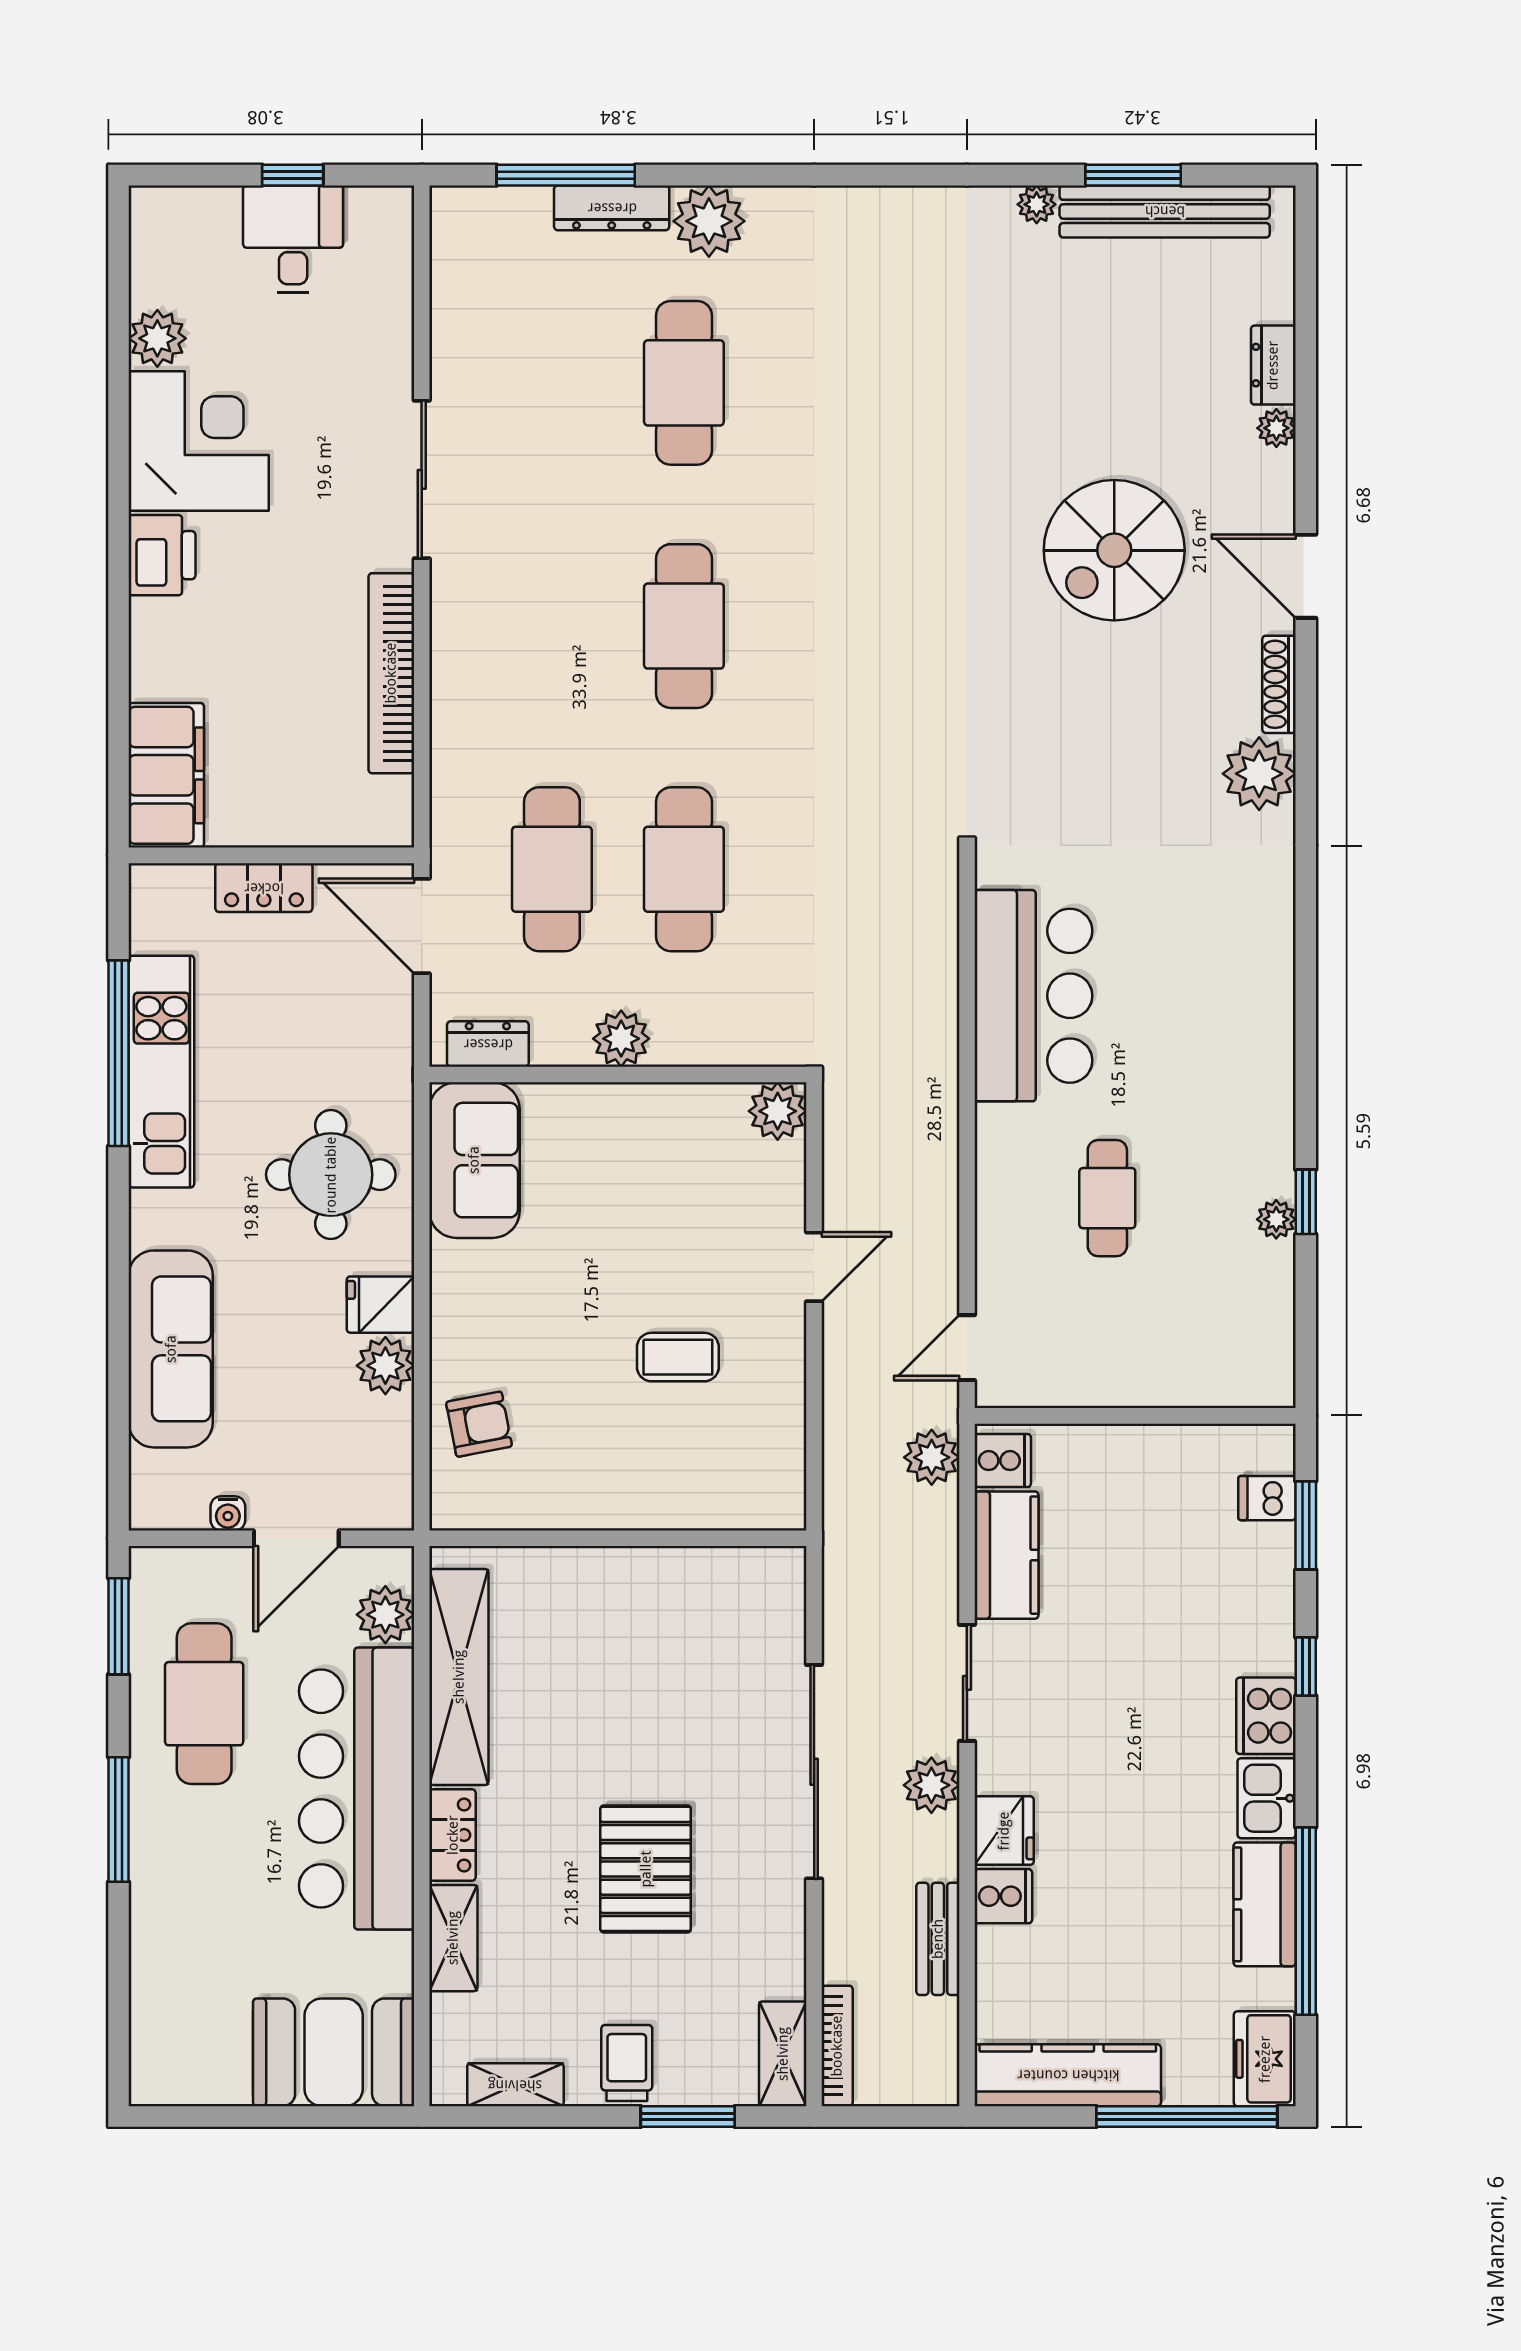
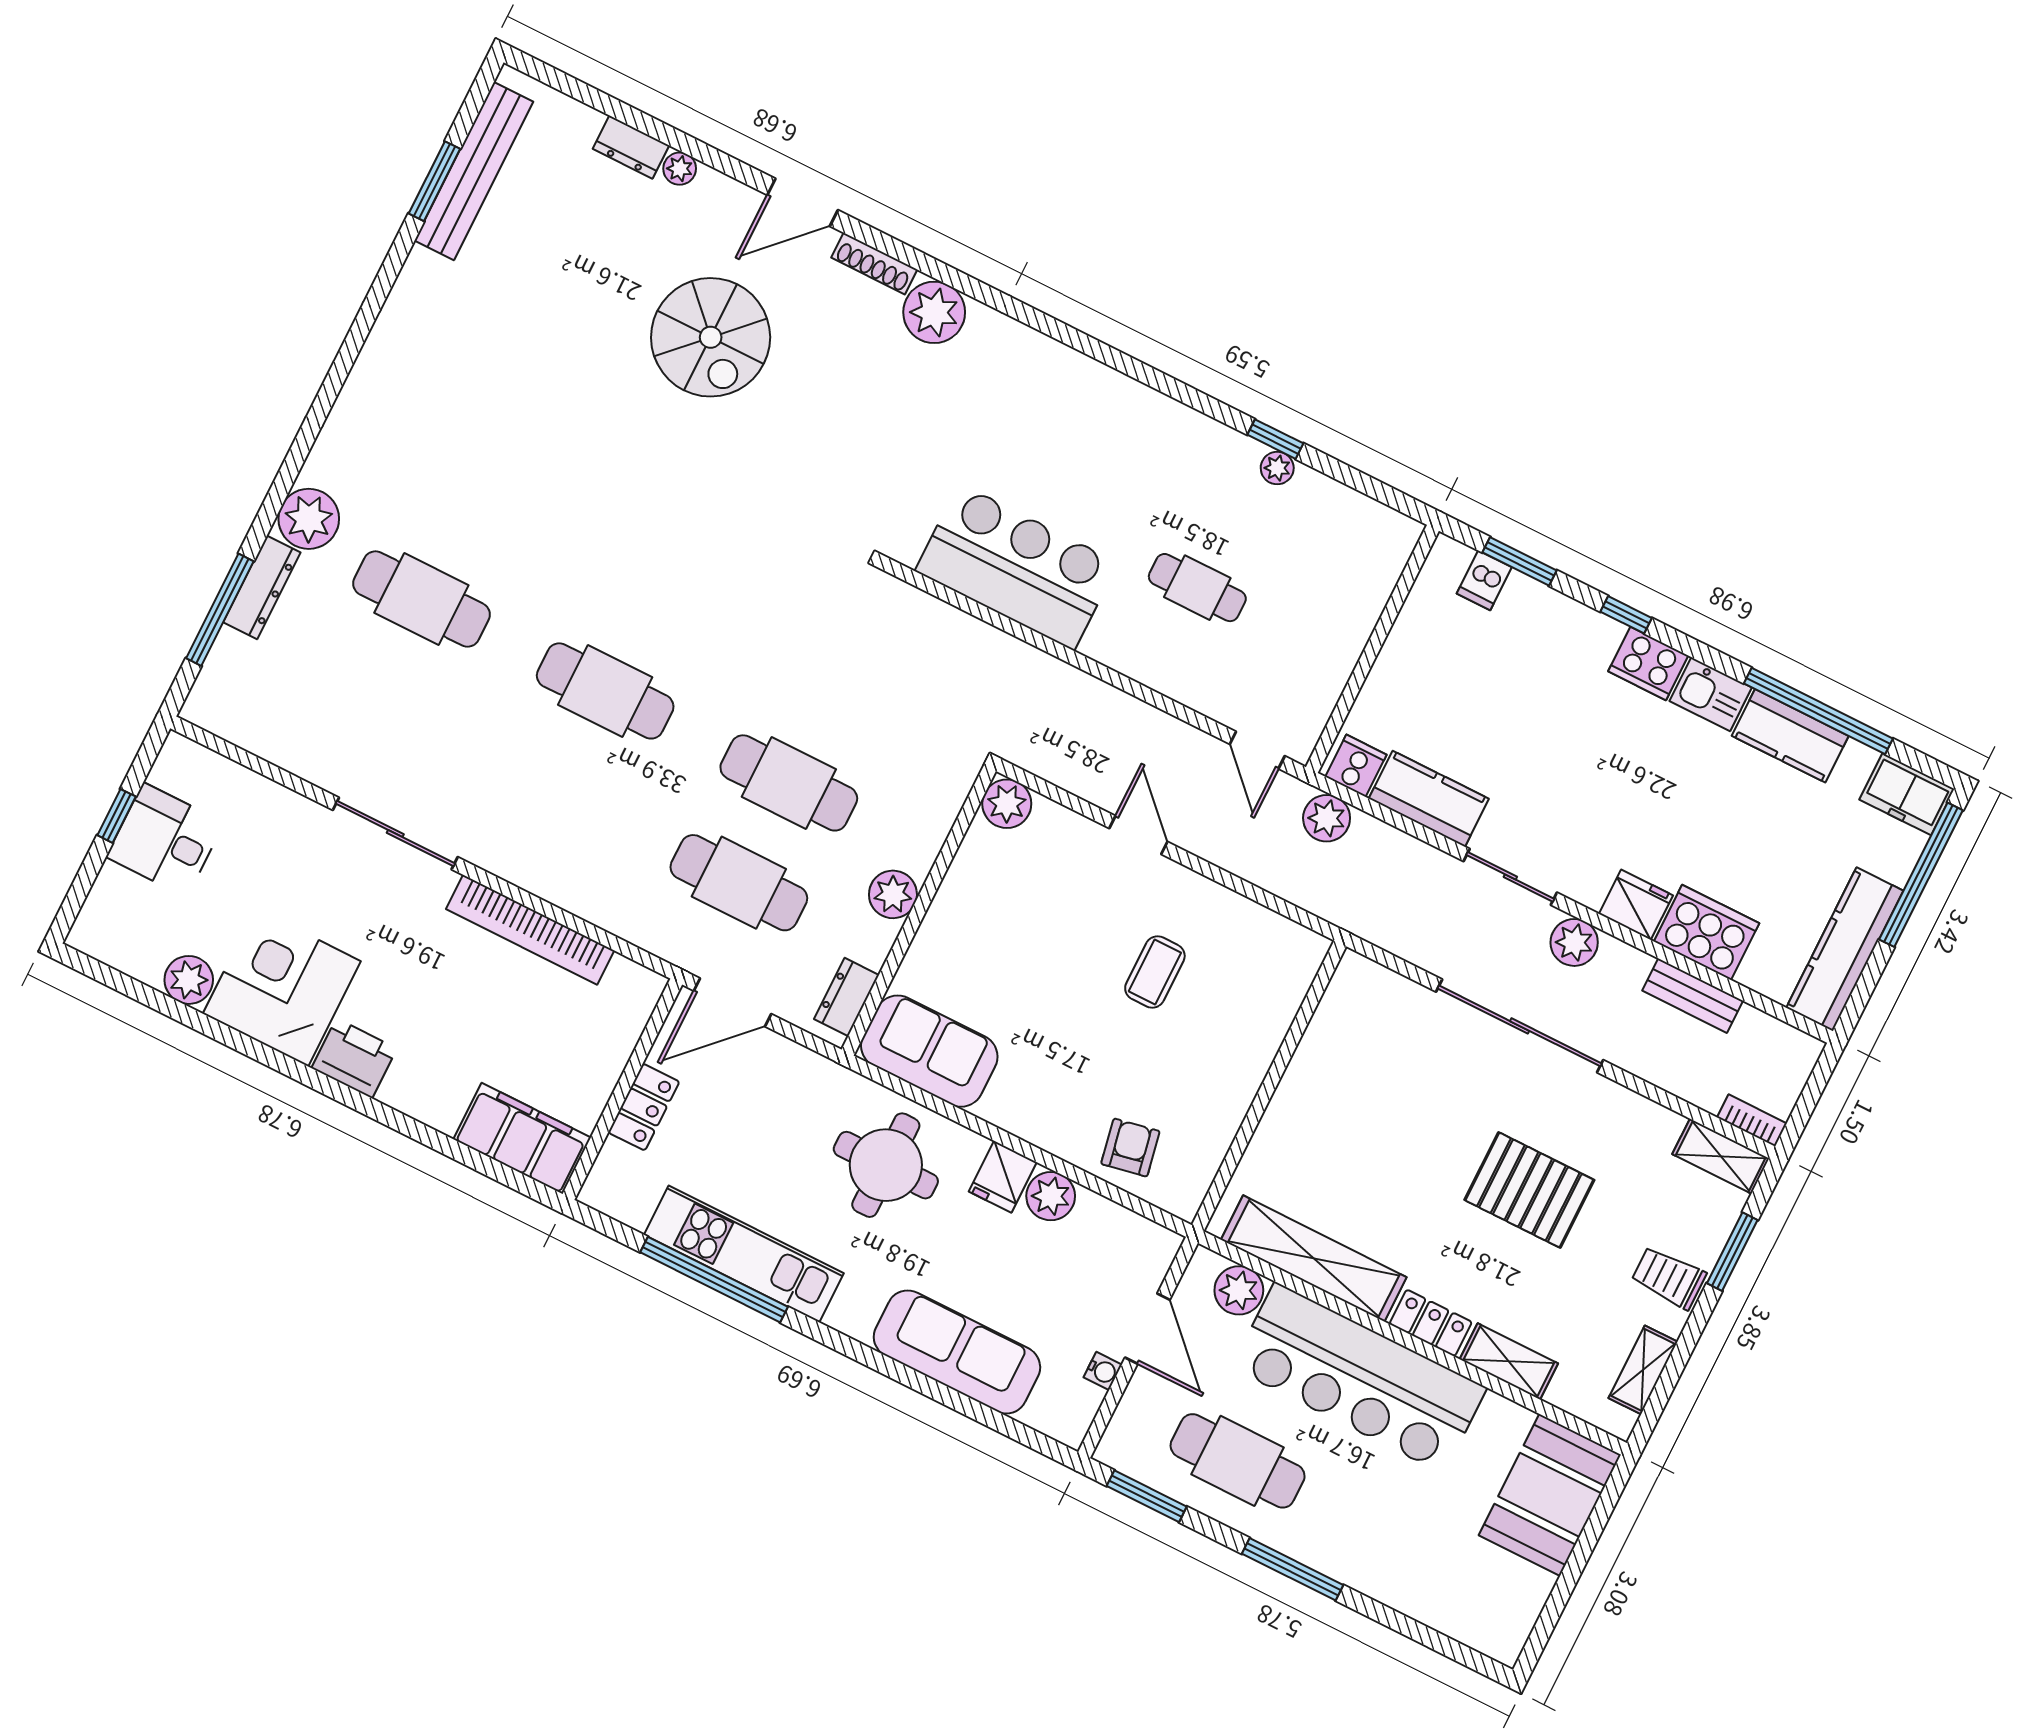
plant: (1037, 204) -> (420, 265), removed
cooker: (1003, 1896) -> (1707, 932), width x1.87, depth x1.31
bookcase: (837, 2046) -> (1752, 1120), width x0.64

